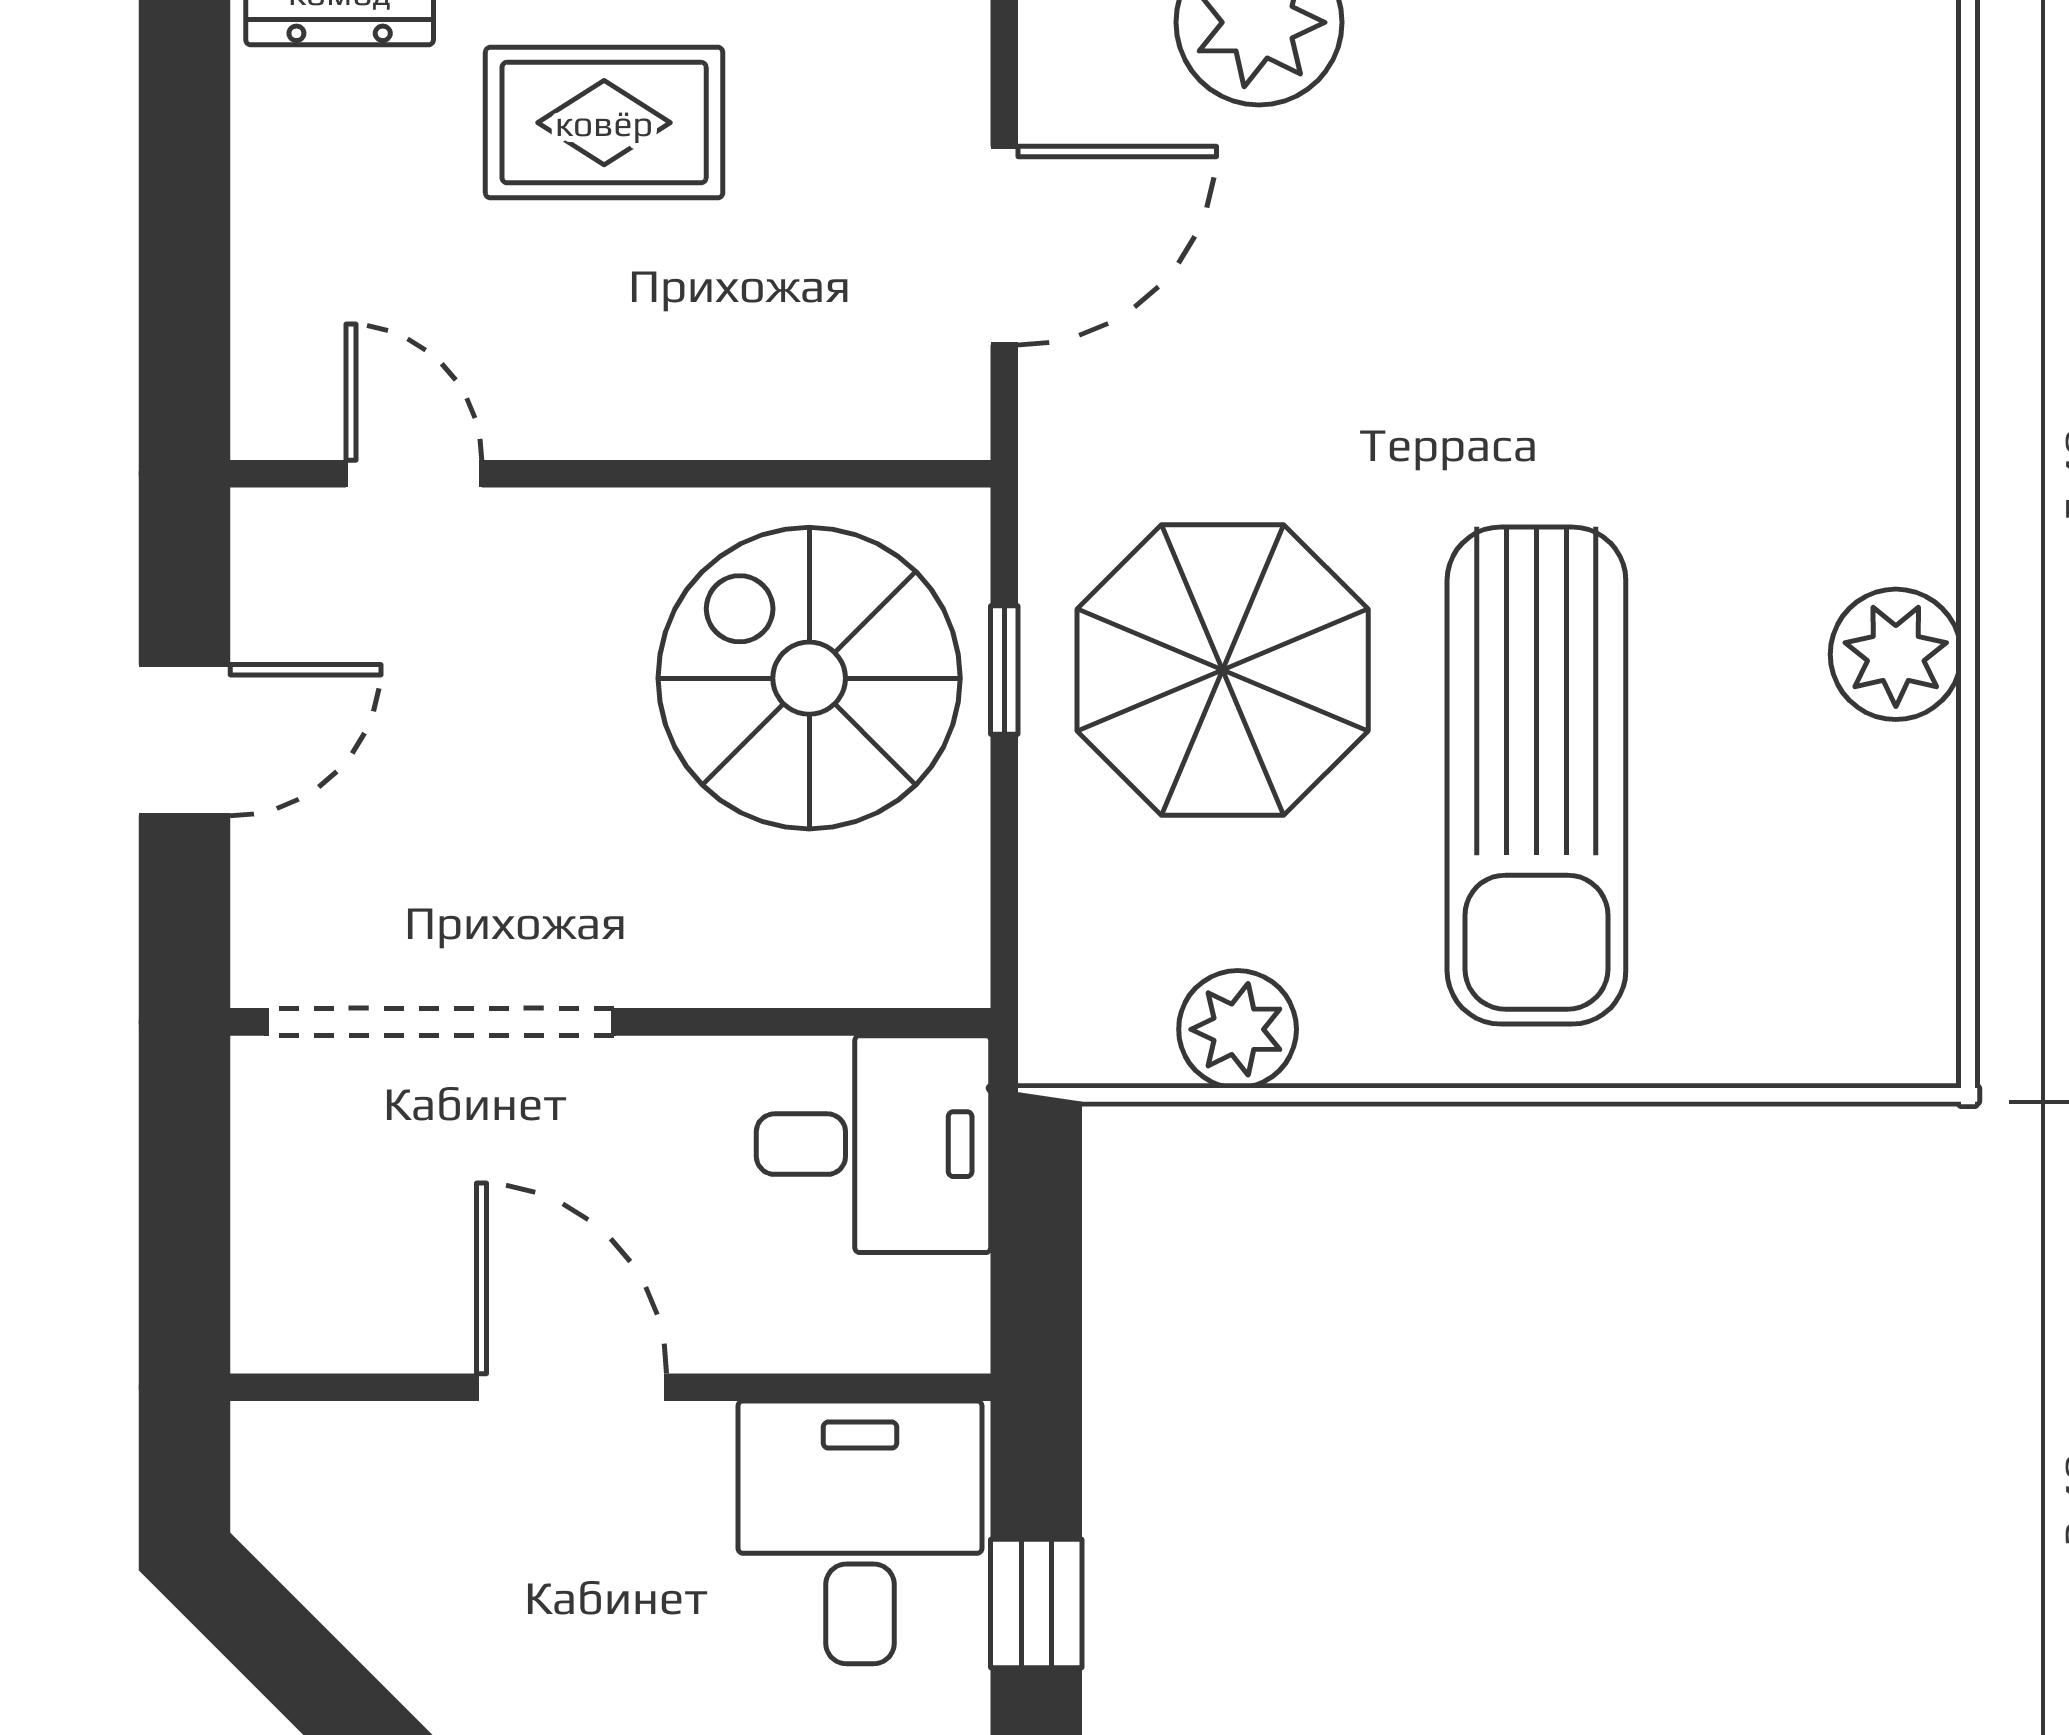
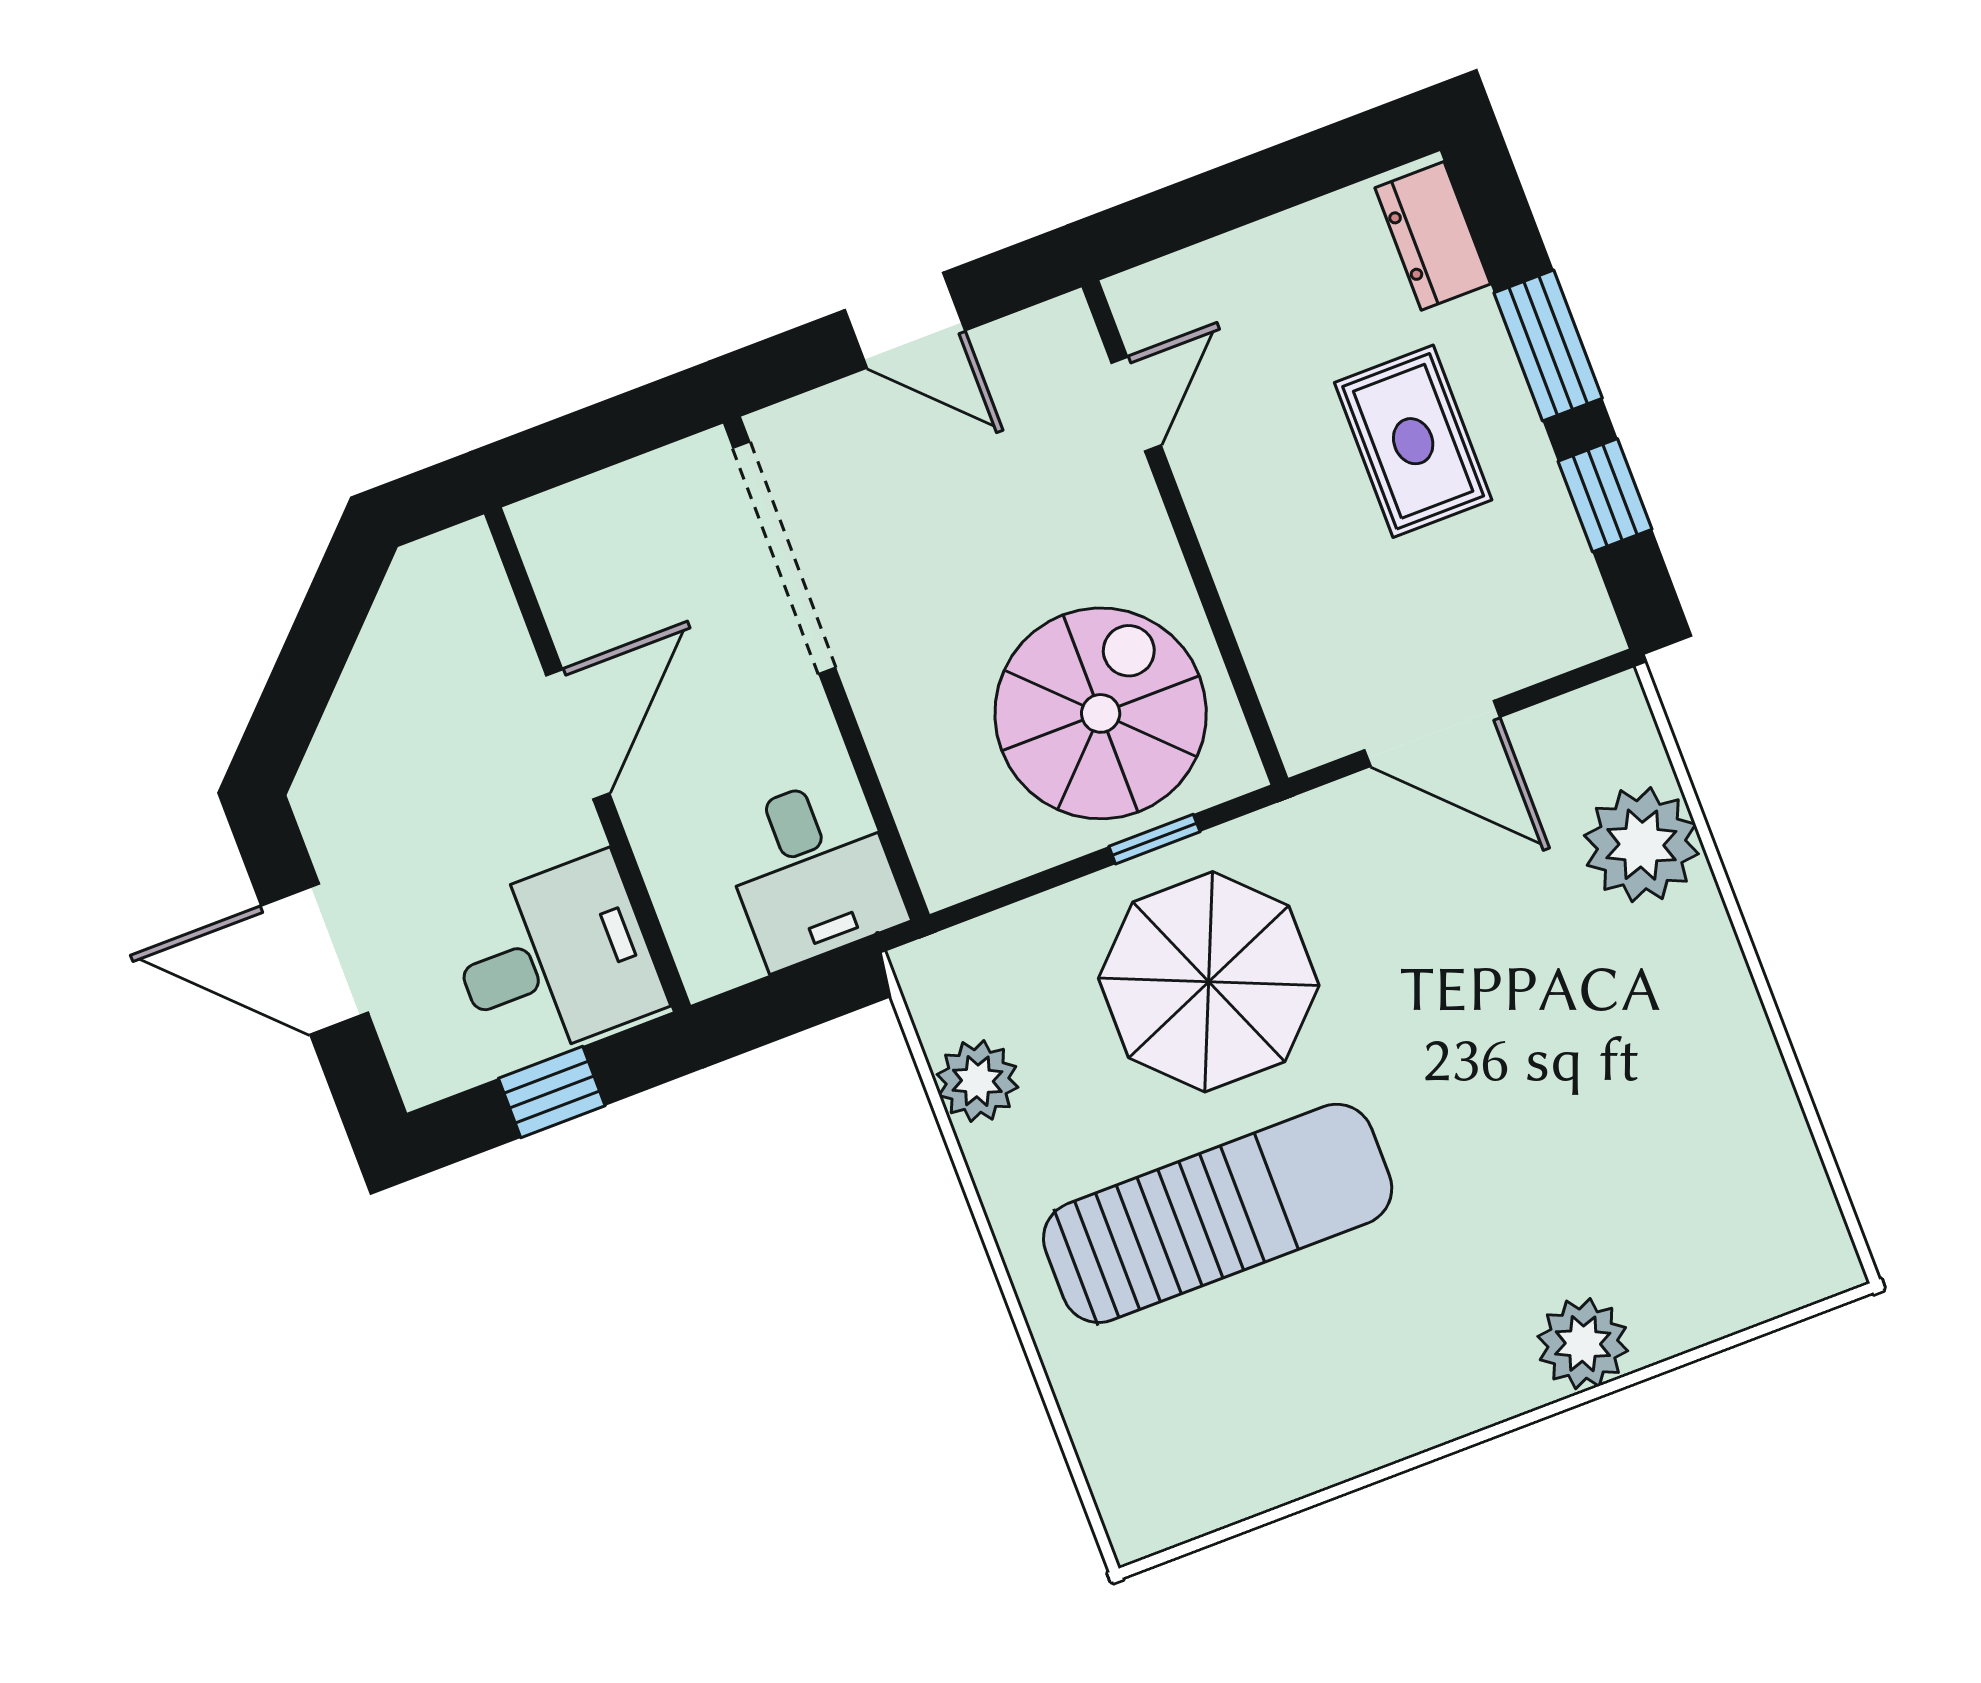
plant: (1896, 654) -> (1583, 1344), moved
sun lounger: (1536, 776) -> (1218, 1213), turned 180

